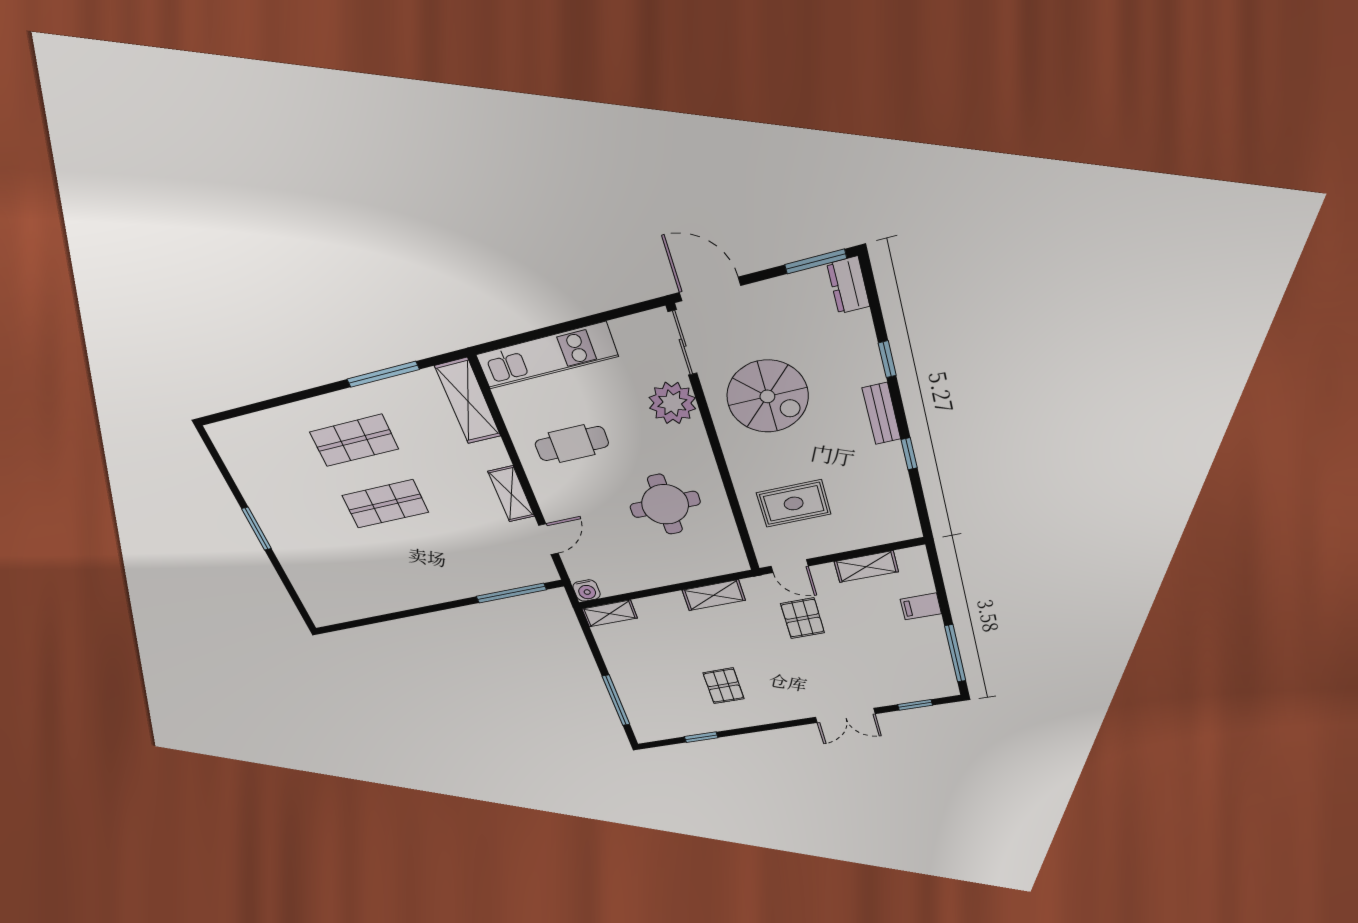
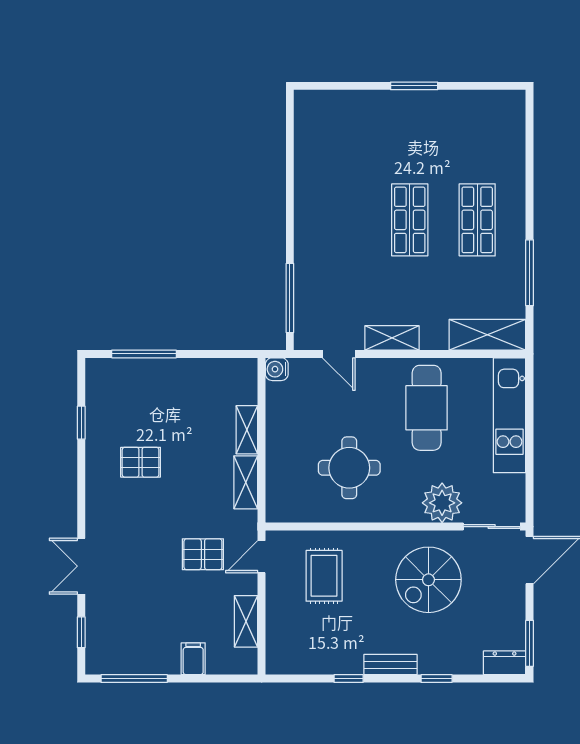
cafe table: (572, 444) -> (427, 408), width x1.37, depth x1.35
shelving: (610, 613) -> (247, 430), moved

